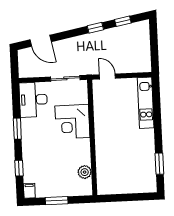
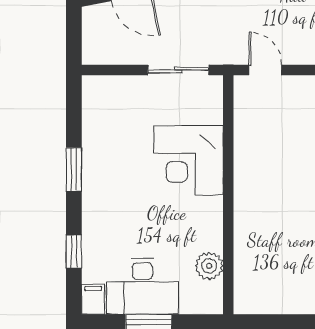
desk: (33, 100) -> (142, 286), moved, turned -90

